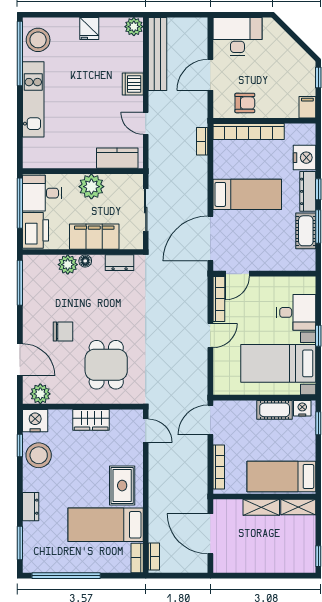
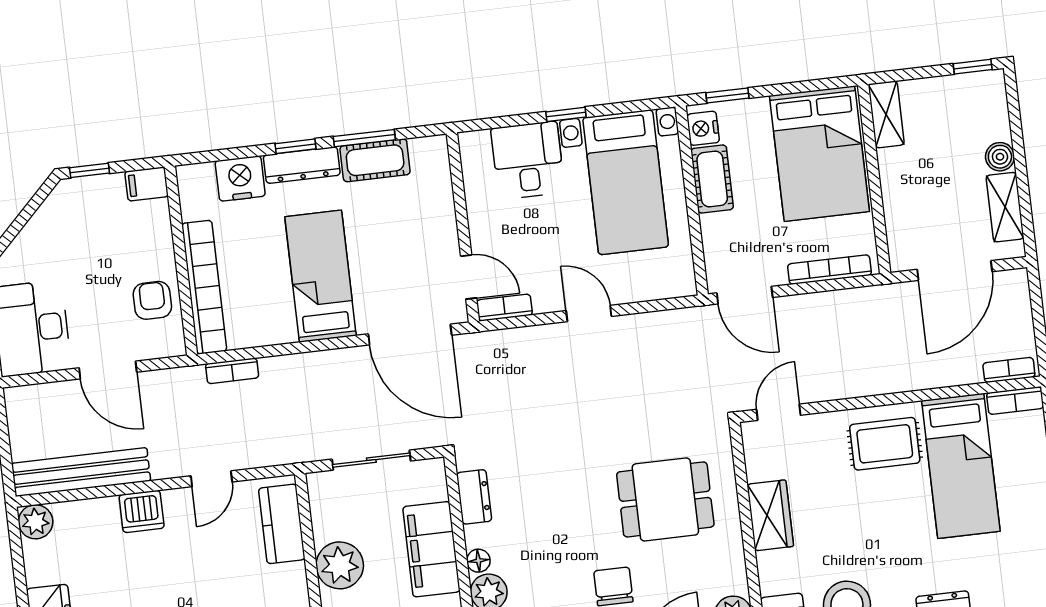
bookcase: (219, 299) -> (504, 308), width x0.64
bed: (281, 477) -> (819, 154), width x1.50
shelving: (261, 507) -> (1005, 207), moved
boiler: (268, 565) -> (1000, 157), added

